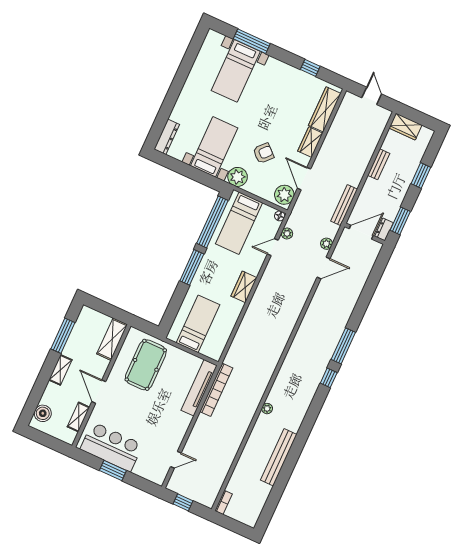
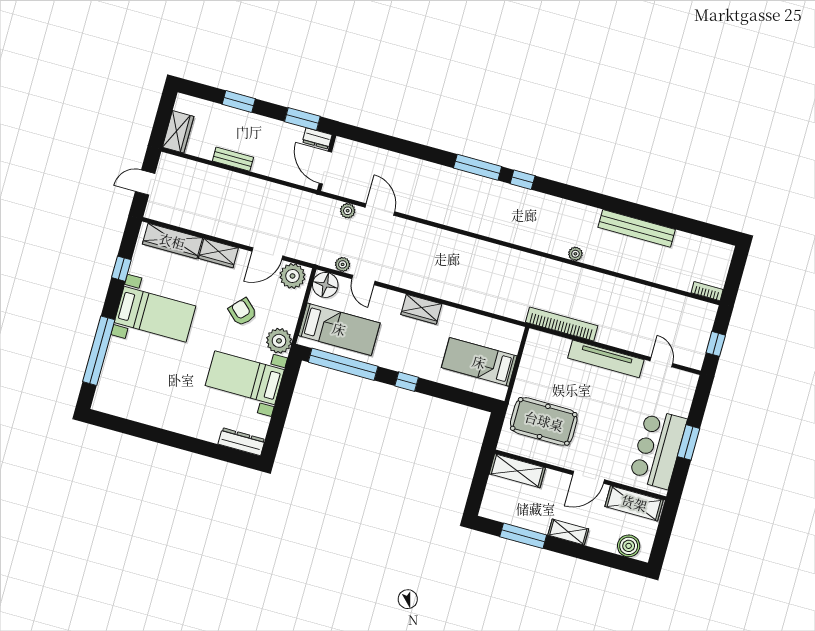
window: (252, 41) -> (99, 351), width x1.46
bed with nightstands: (236, 71) -> (155, 314), moved
bench: (344, 205) -> (294, 196), removed
floor lamp: (280, 216) -> (325, 285), width x1.89, depth x1.89
window: (192, 267) -> (407, 382), width x0.46
tv unit: (199, 388) -> (606, 359), moved
shelving: (79, 417) -> (634, 503), width x1.50, depth x1.33

